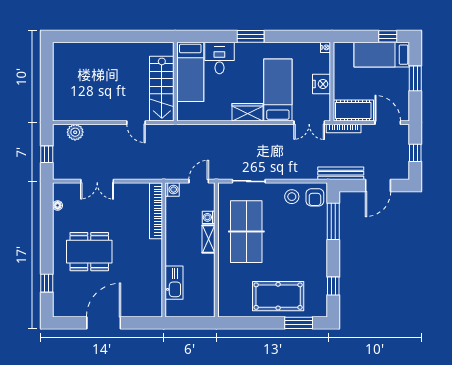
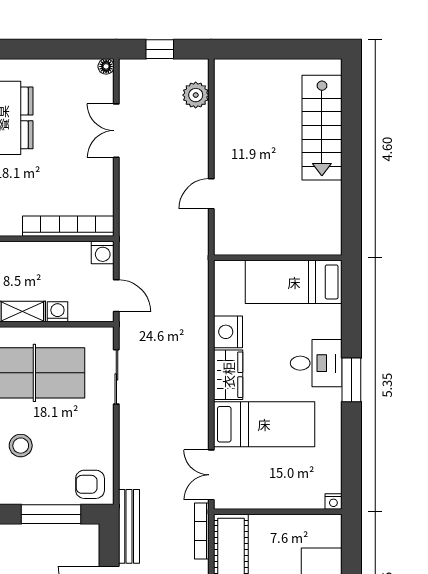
desk: (219, 58) -> (316, 363), moved
nightstand: (322, 84) -> (228, 332), moved, turned 90
stairs: (162, 89) -> (322, 128), moved, turned -90
stool: (292, 197) -> (21, 446), moved
floor lamp: (58, 205) -> (106, 66), moved

